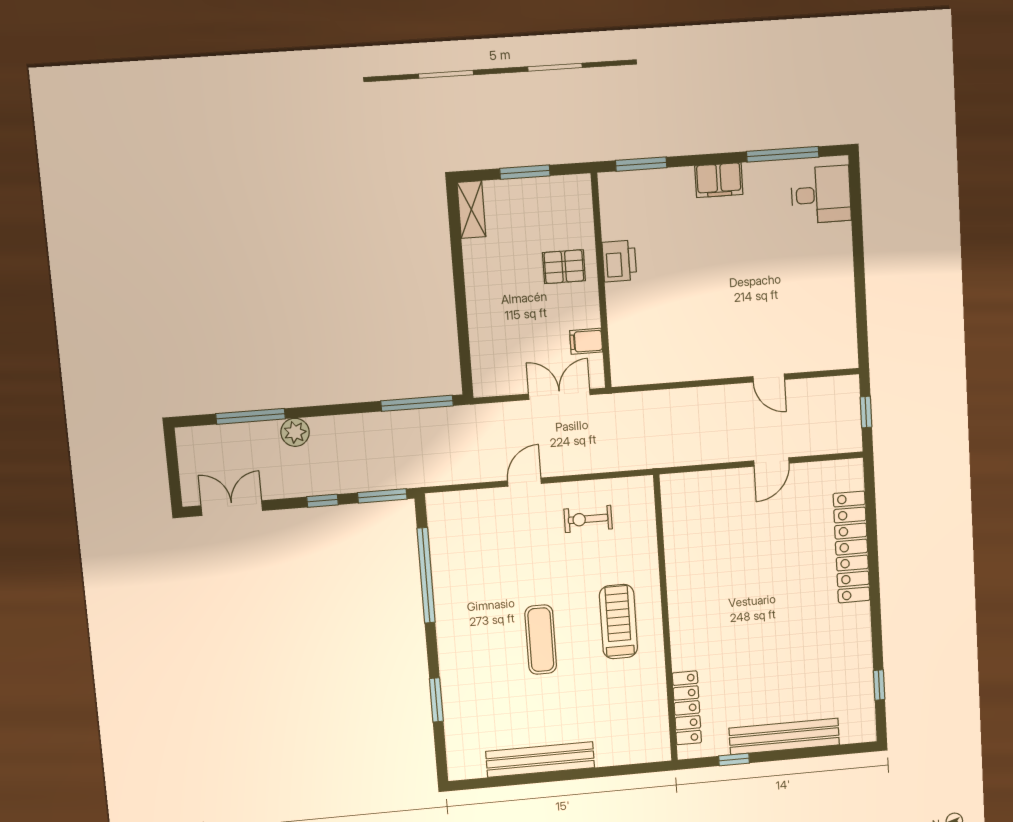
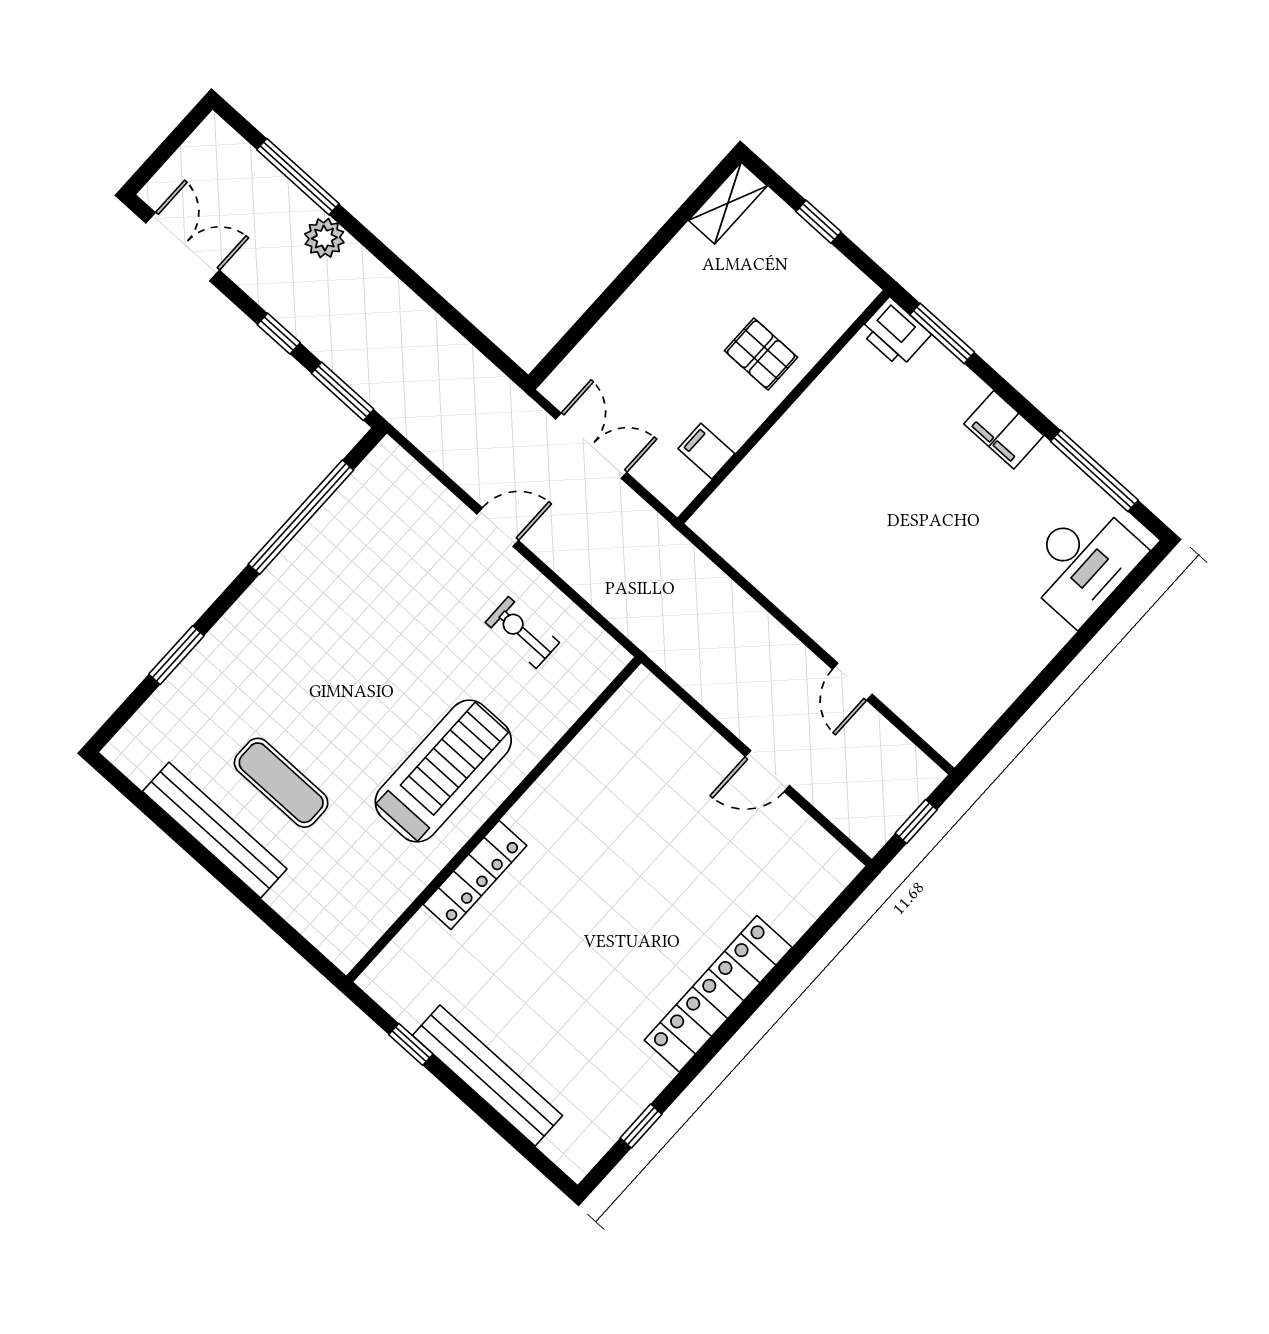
window: (525, 172) -> (819, 222), width x0.67
desk: (821, 195) -> (1083, 562), width x1.37
printer: (619, 261) -> (895, 333), moved, turned 90
double door: (559, 394) -> (591, 446), moved
window: (417, 403) -> (474, 336), removed
locker: (852, 547) -> (718, 994), moved
treadmill: (618, 622) -> (443, 771), width x1.37, depth x1.38
exercise mat: (541, 640) -> (281, 783), moved, turned 90
locker: (687, 708) -> (475, 875), moved

